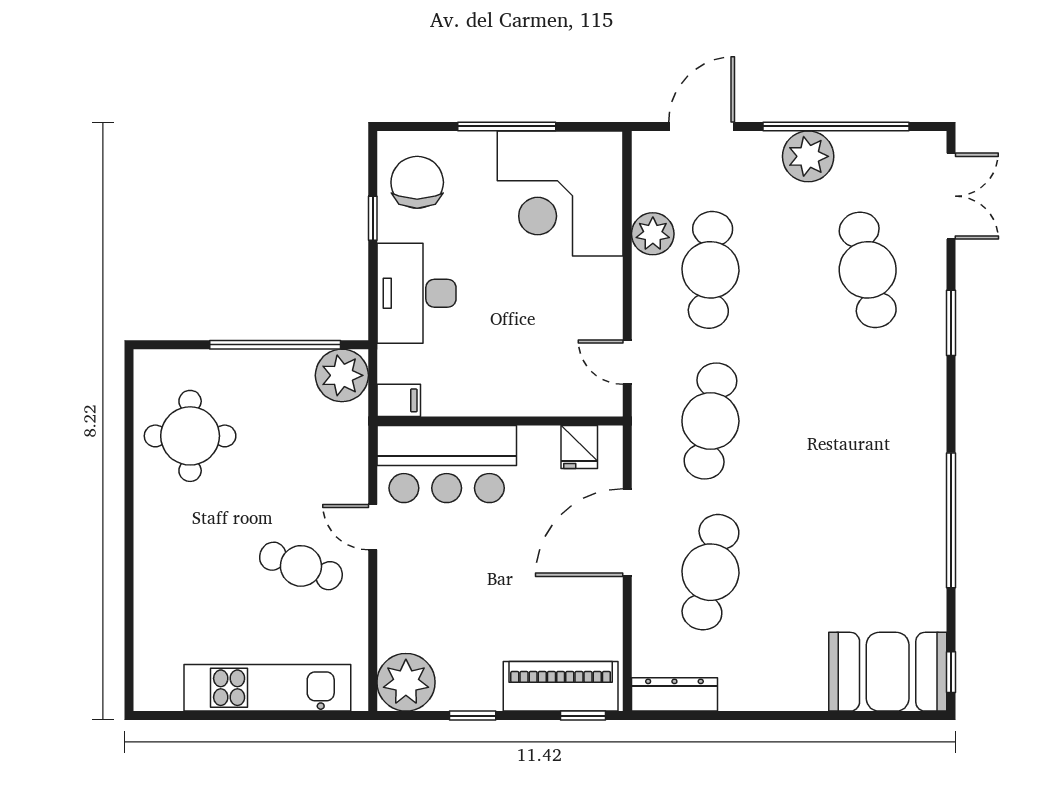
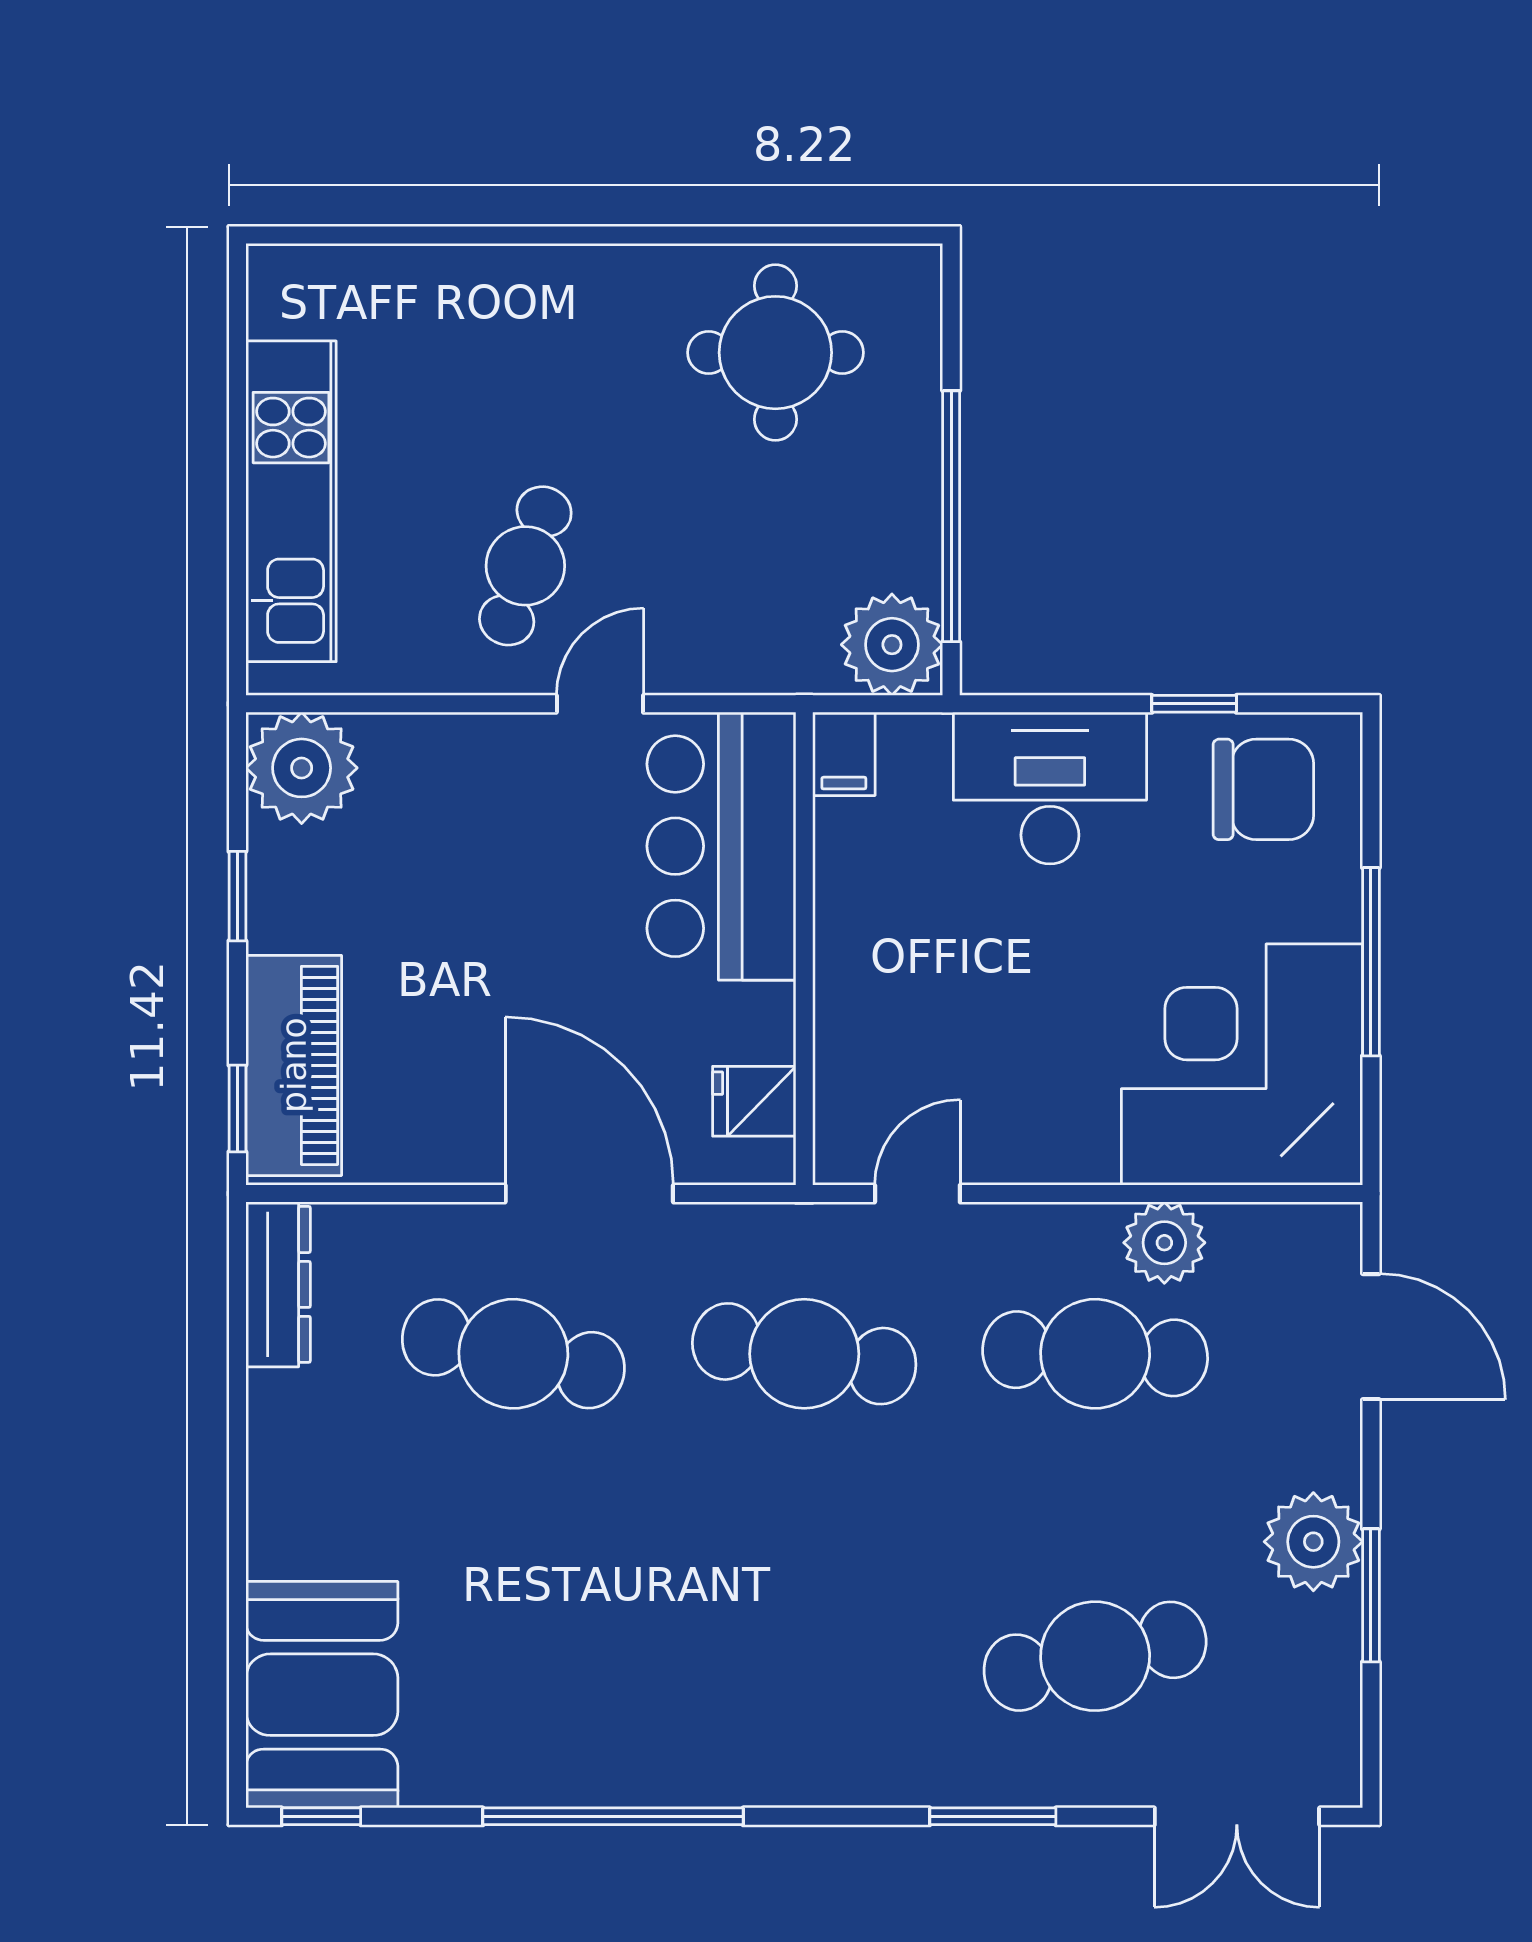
window: (836, 126) -> (1371, 1595), width x0.47

